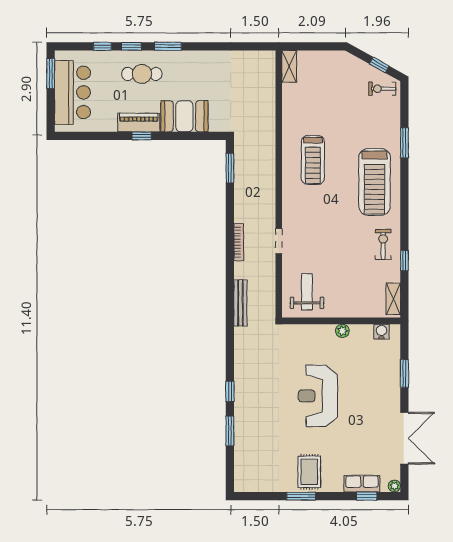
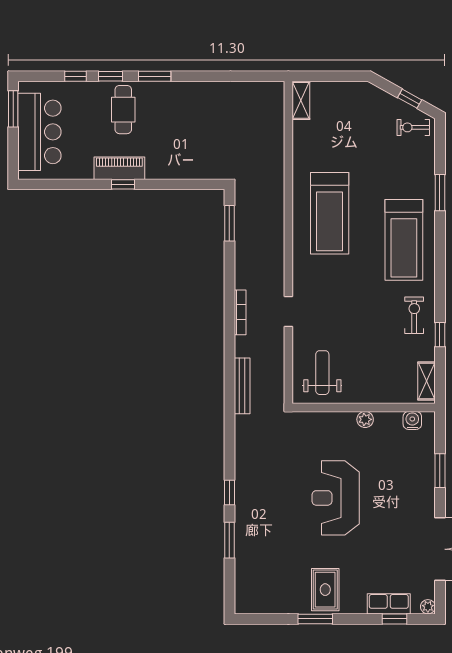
cafe table: (142, 74) -> (123, 110), turned 90
booth: (184, 116) -> (175, 161), removed
treadmill: (313, 160) -> (330, 213), width x1.37, depth x1.38

